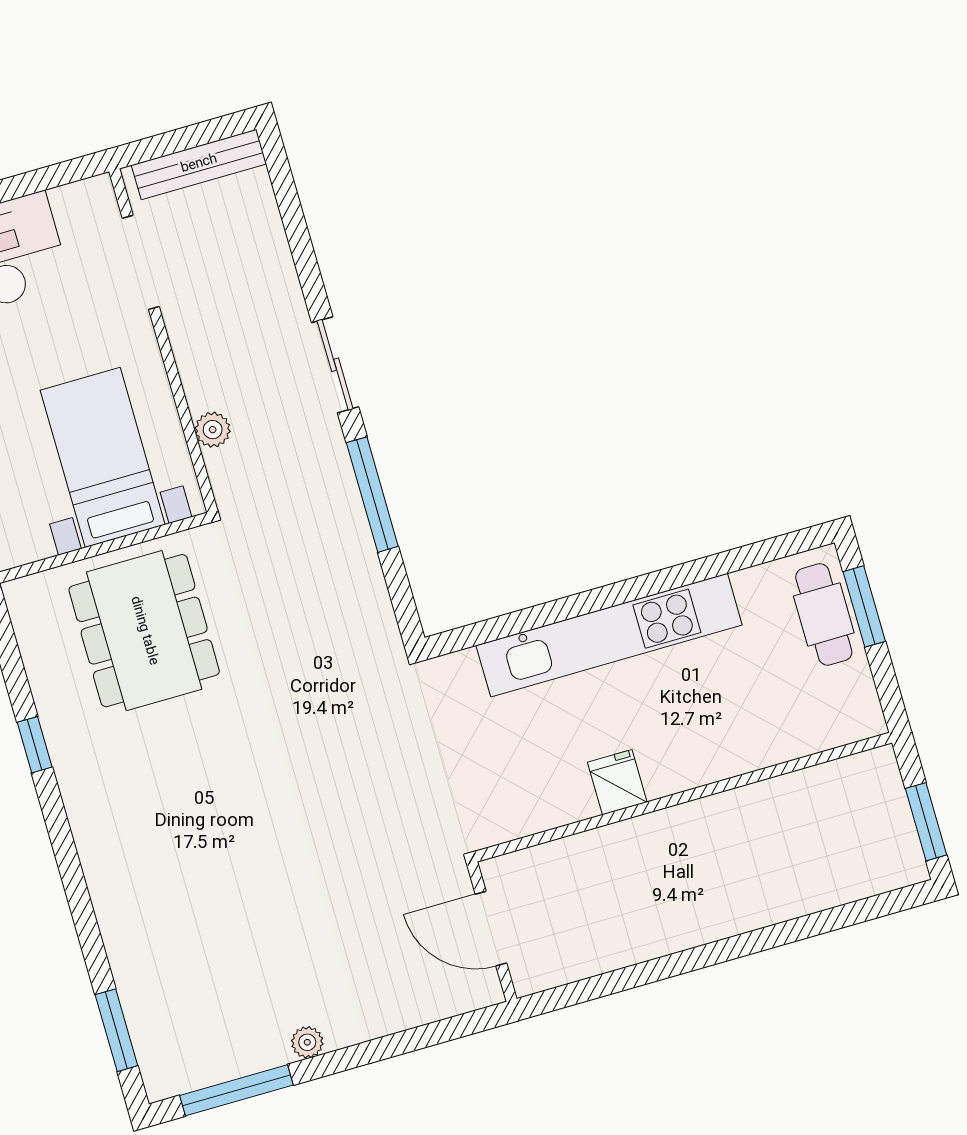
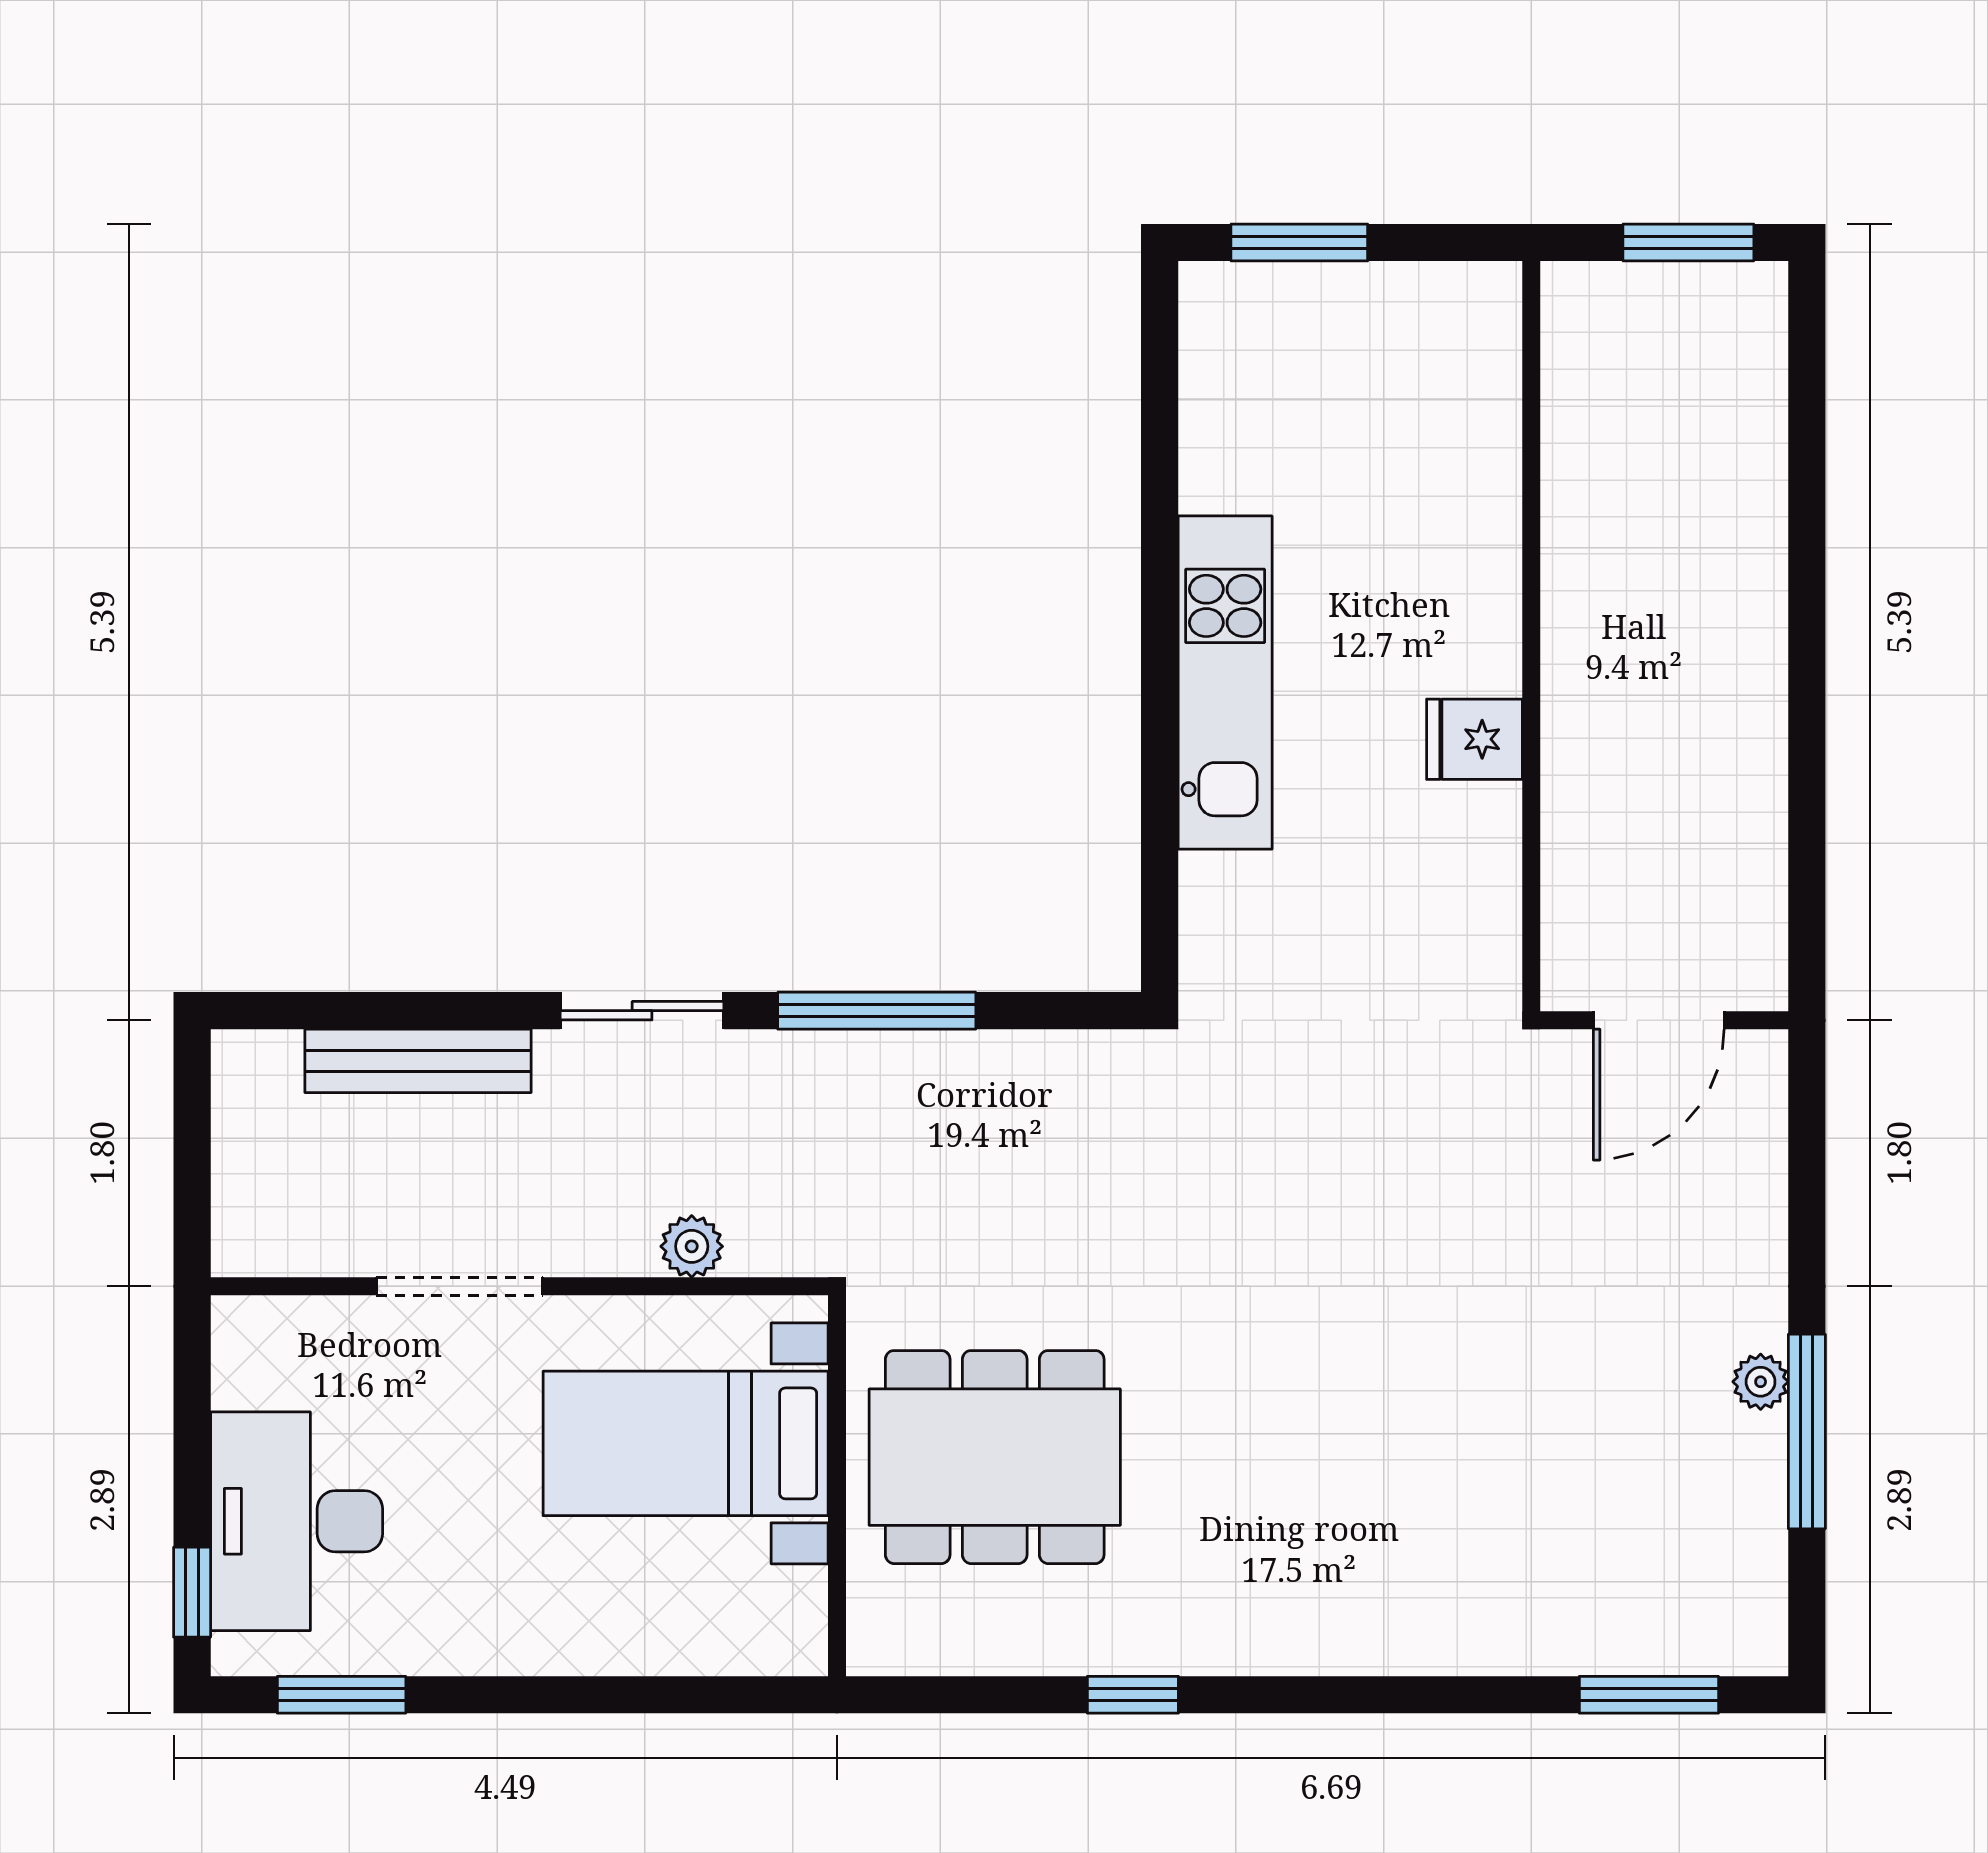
bench: (199, 164) -> (418, 1061), moved, turned 90
doorway: (141, 262) -> (459, 1286), moved
cafe table: (824, 614) -> (1293, 314), removed
kitchen unit: (609, 635) -> (1225, 683), width x0.73
window: (236, 1090) -> (1807, 1431), moved

